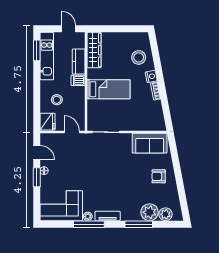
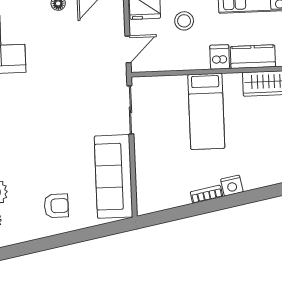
stool: (139, 57) -> (264, 162), removed
sofa: (150, 143) -> (114, 176), width x1.36
armchair: (159, 176) -> (56, 206), turned 90

